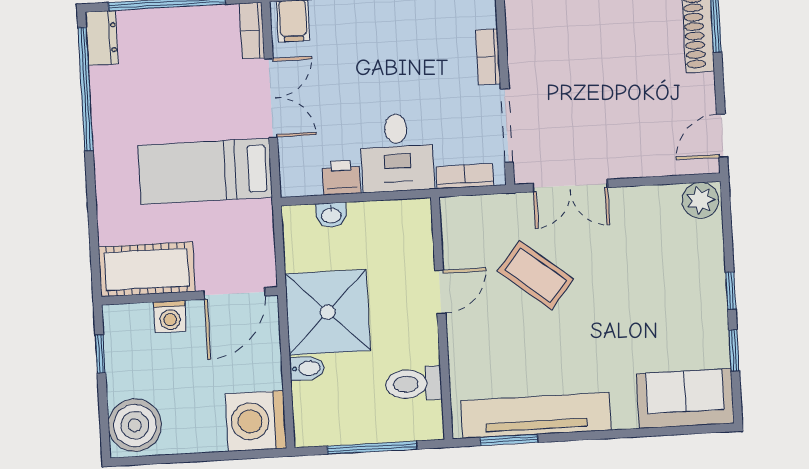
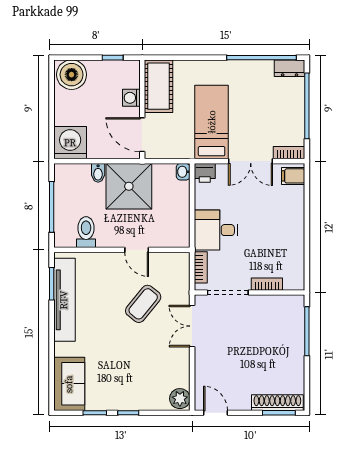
printer: (341, 177) -> (205, 173), moved, turned 90
washbasin: (331, 215) -> (183, 172), moved

